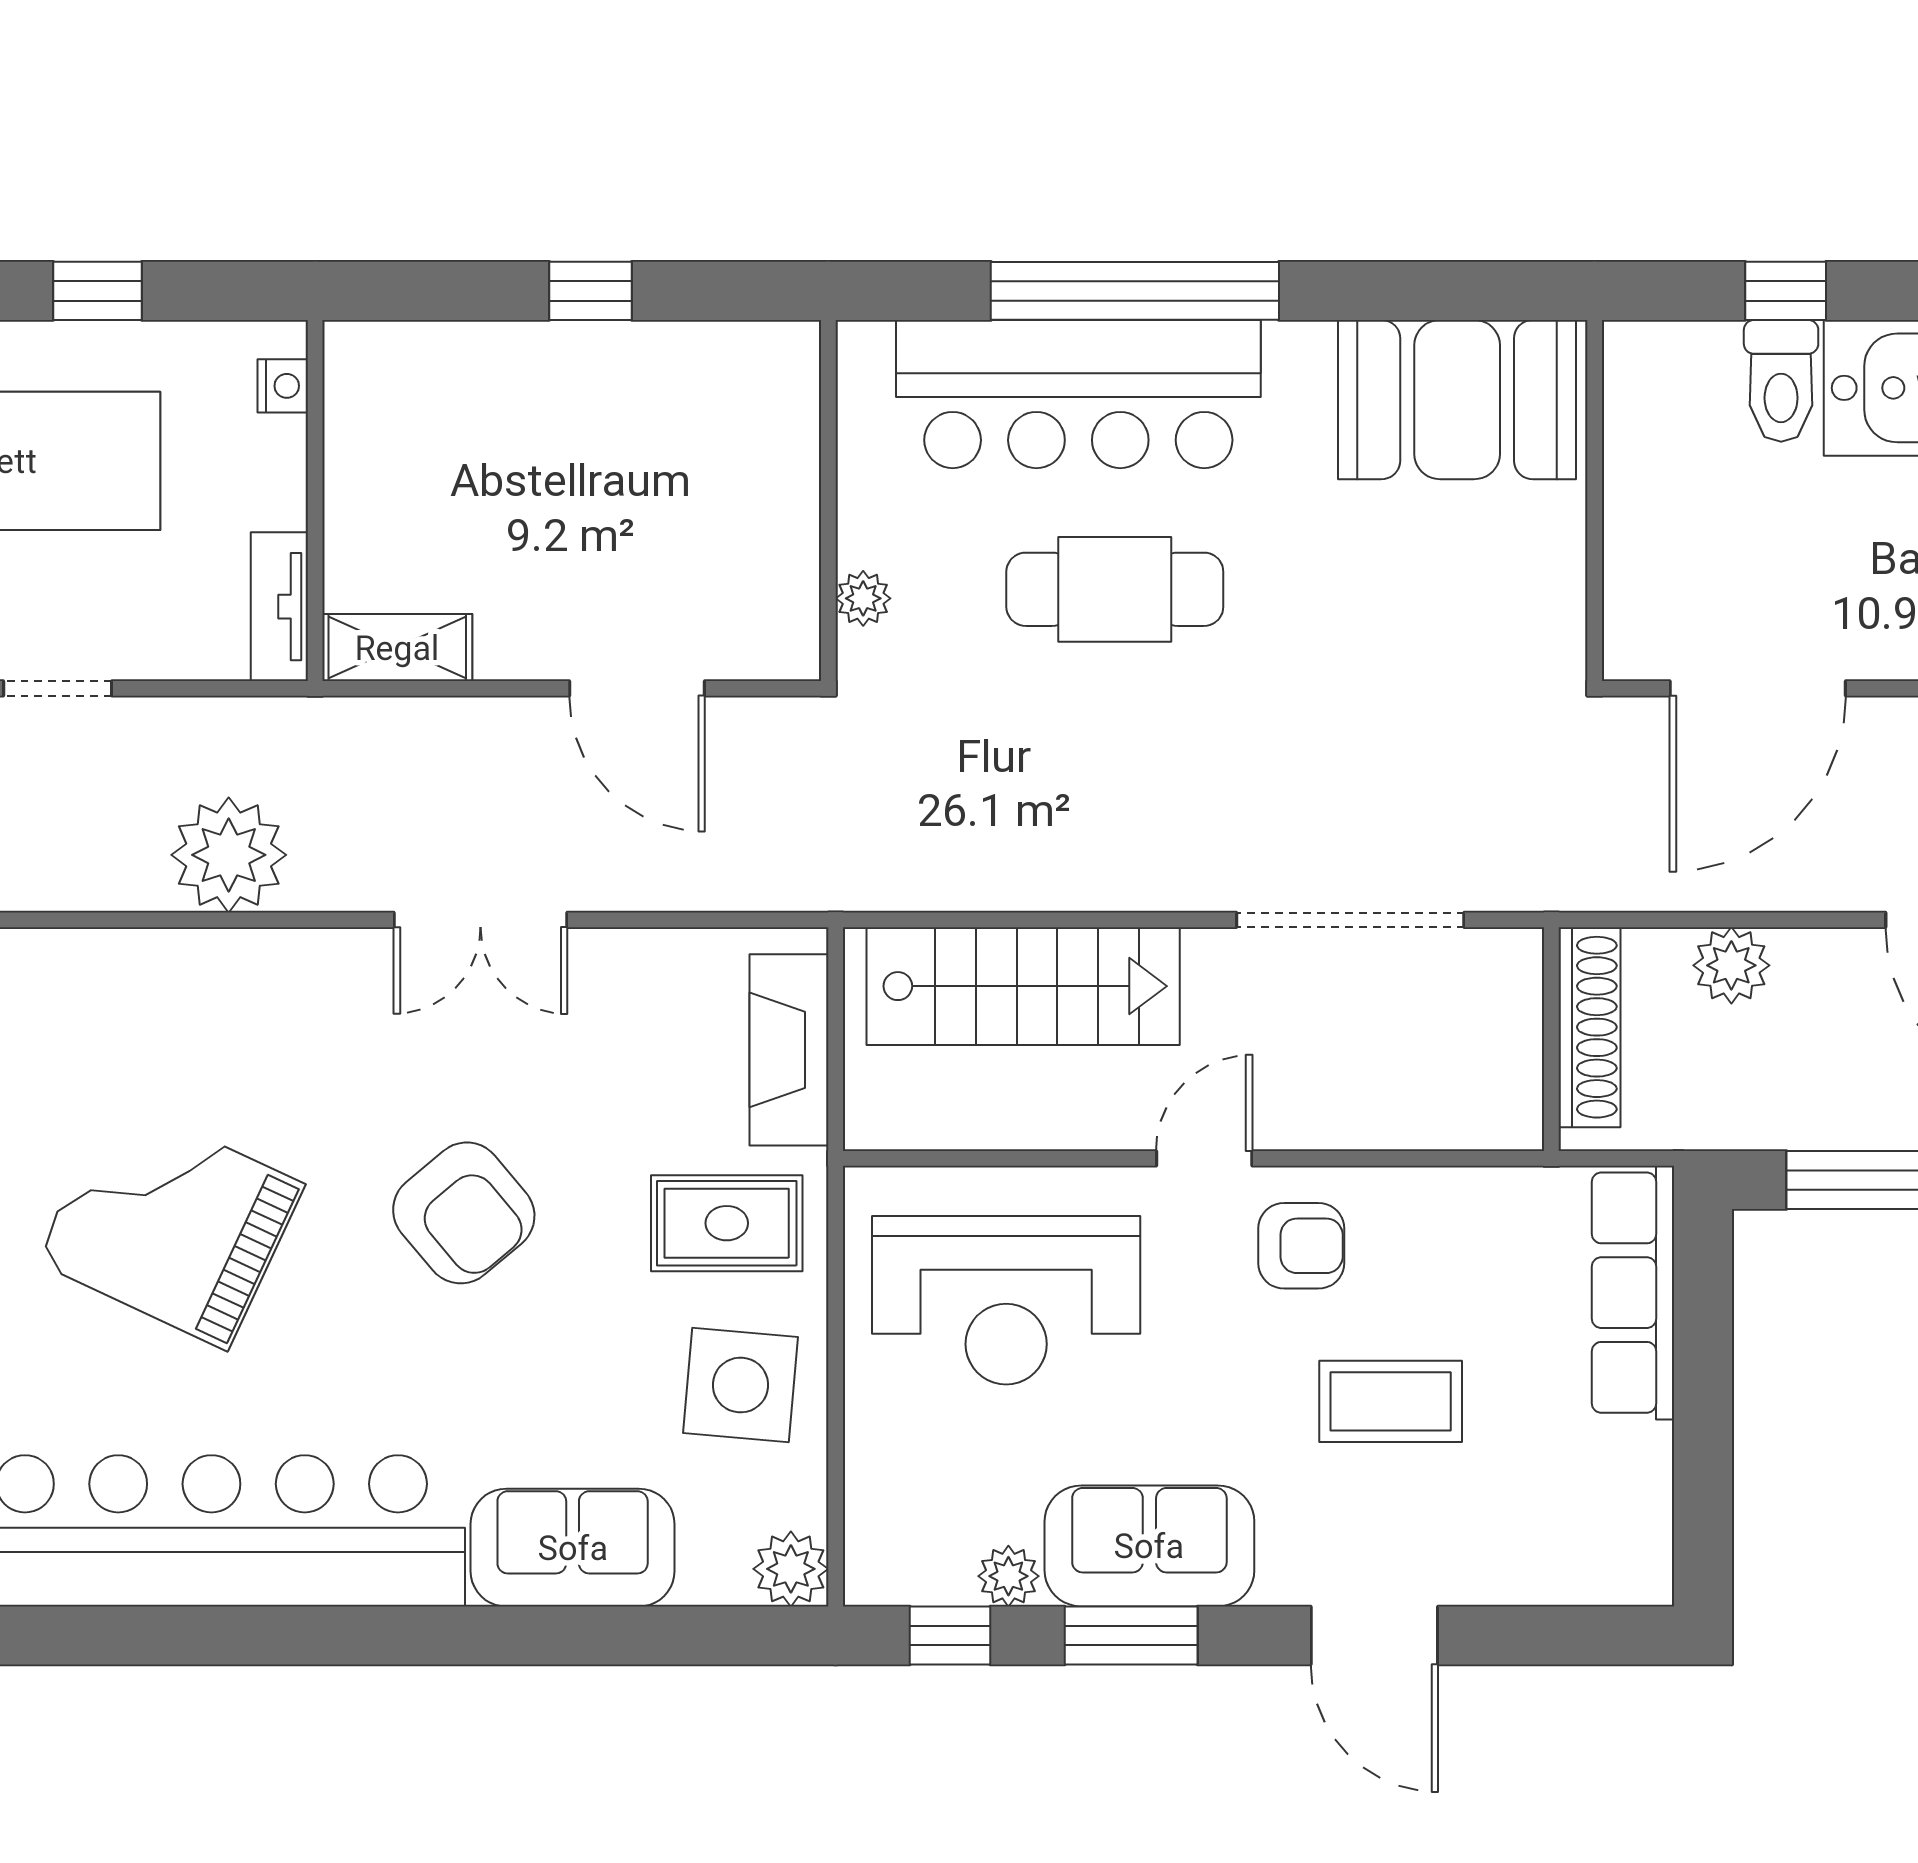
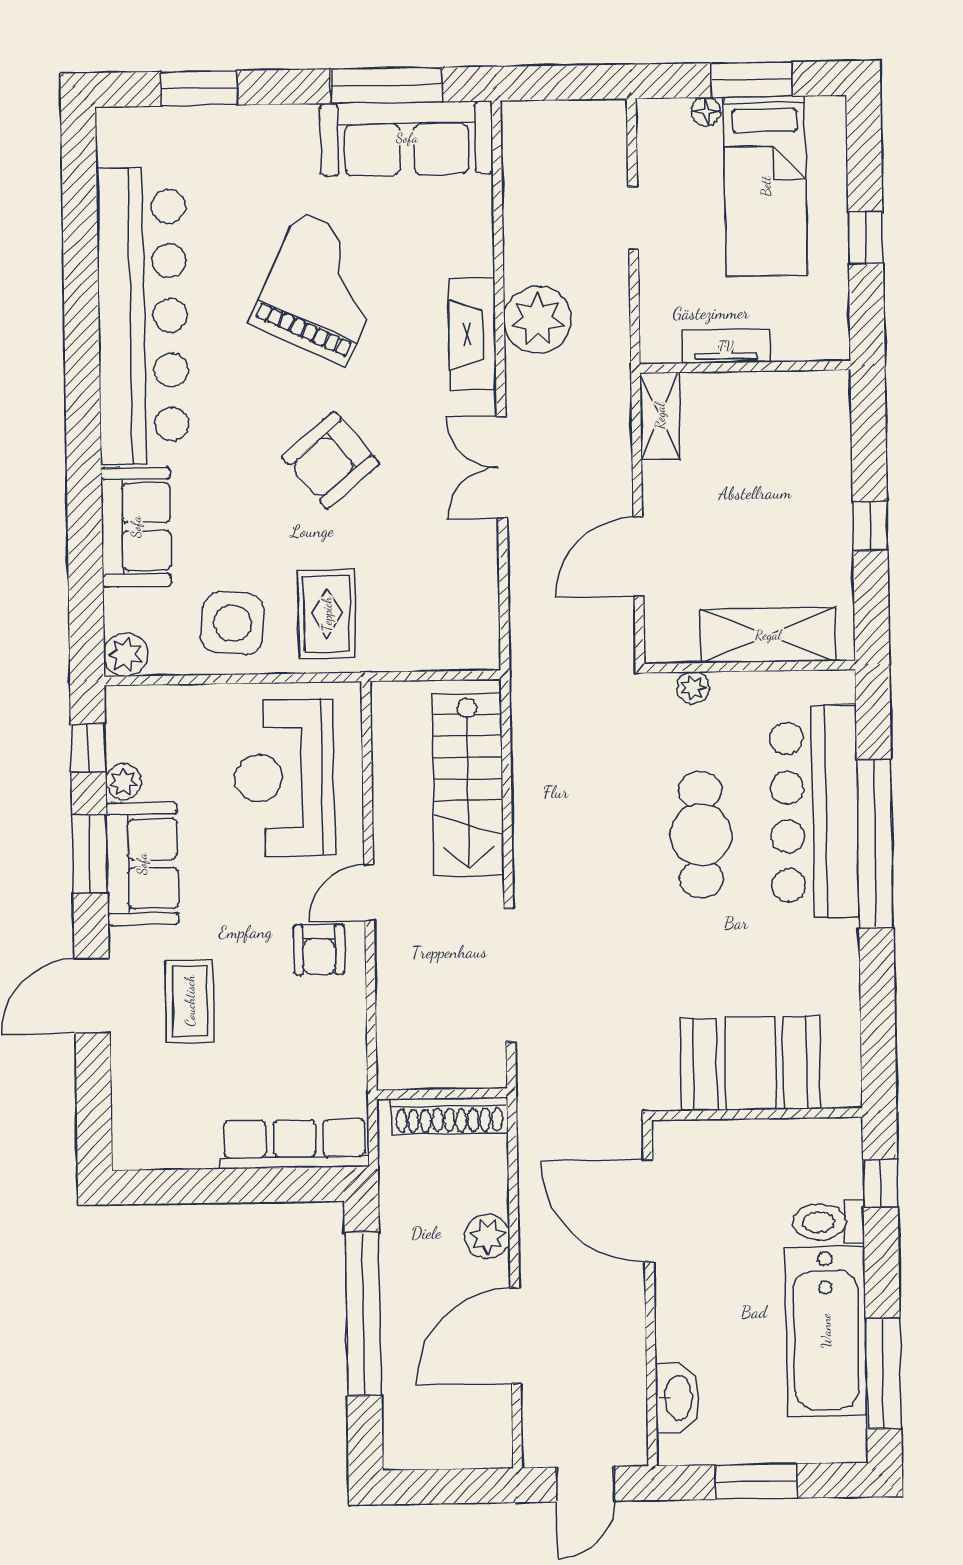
window: (1786, 291) -> (880, 1183), moved
nightstand: (283, 386) -> (812, 347), removed
booth: (1457, 400) -> (750, 1063), moved, turned 90
shelving: (775, 469) -> (768, 635), added
tv unit: (279, 607) -> (726, 346), moved
plant: (1731, 965) -> (487, 1236), moved
fireplace: (789, 1050) -> (473, 334), moved, turned -90
door: (1204, 1158) -> (369, 892), swing flipped
coffee table: (1391, 1401) -> (190, 1001), moved

